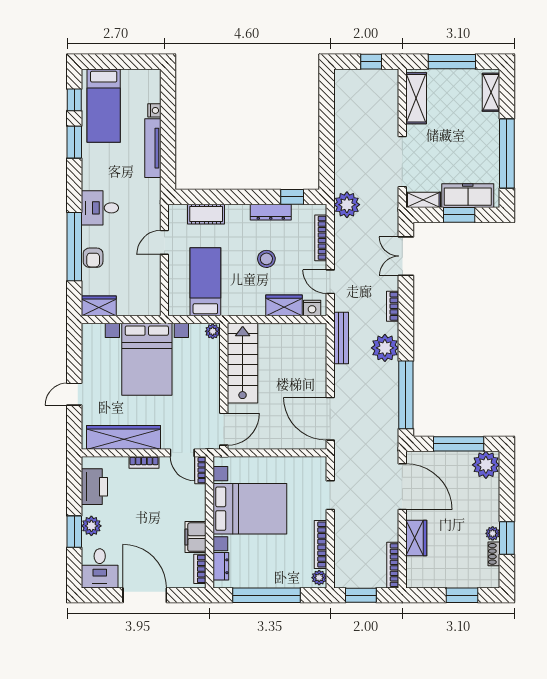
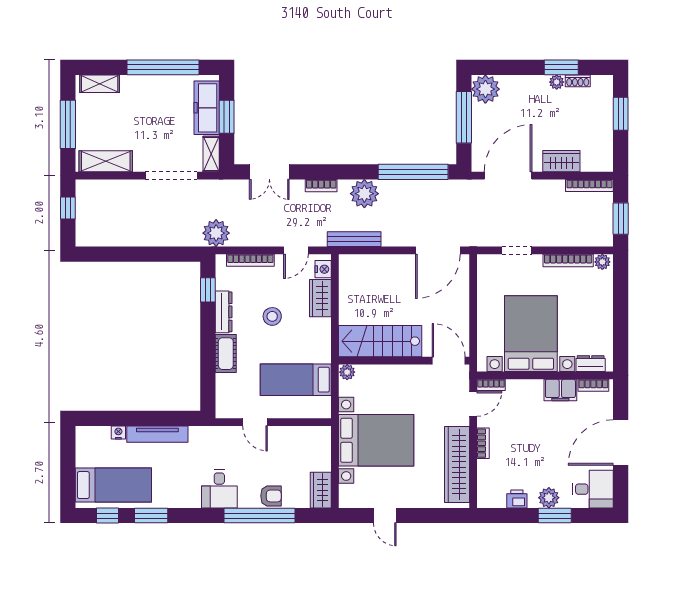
cot: (206, 214) -> (226, 354), moved
door: (74, 394) -> (385, 516), moved
printer: (94, 487) -> (517, 499), width x0.53, depth x0.68
window: (266, 595) -> (621, 316), removed

